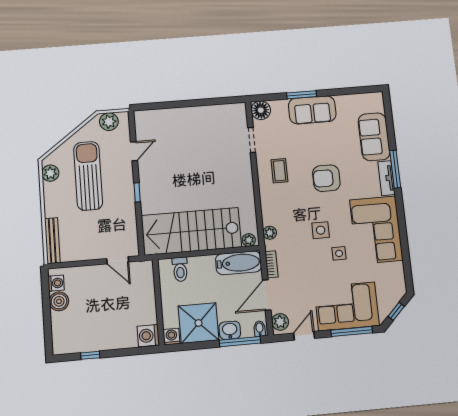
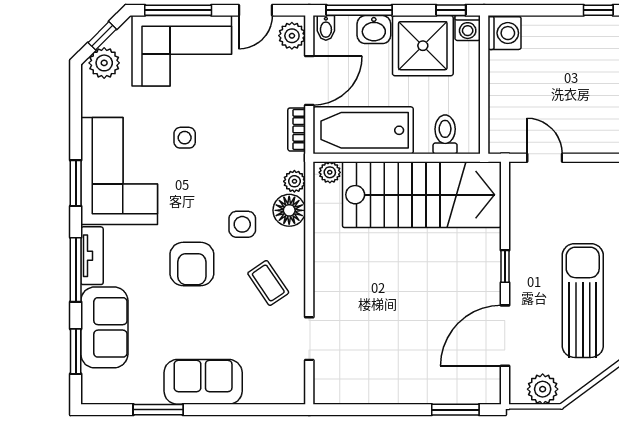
window: (302, 95) -> (158, 410), moved
window: (160, 106) -> (455, 410), added
floor lamp: (261, 110) -> (289, 210), moved
window: (389, 121) -> (76, 351), added
door: (134, 151) -> (505, 336), width x1.87
coffee table: (279, 171) -> (268, 283), turned -34
sun lounger: (88, 176) -> (583, 301), turned 180
armchair: (326, 178) -> (192, 264), turned 90
window: (401, 220) -> (76, 183), added
side table: (321, 230) -> (242, 224), moved
bathtub: (239, 263) -> (363, 130), width x1.36, depth x1.36
plant: (393, 295) -> (104, 63), added
window: (183, 347) -> (451, 10), added

